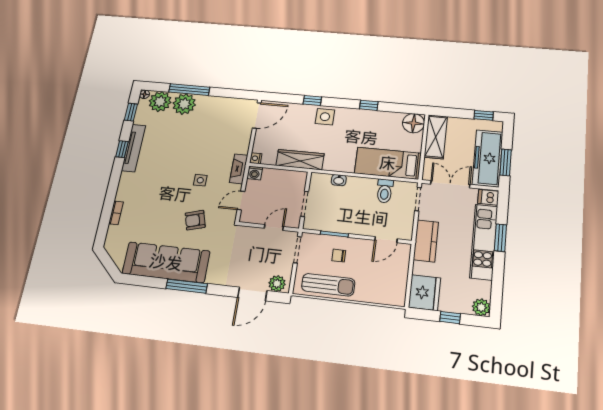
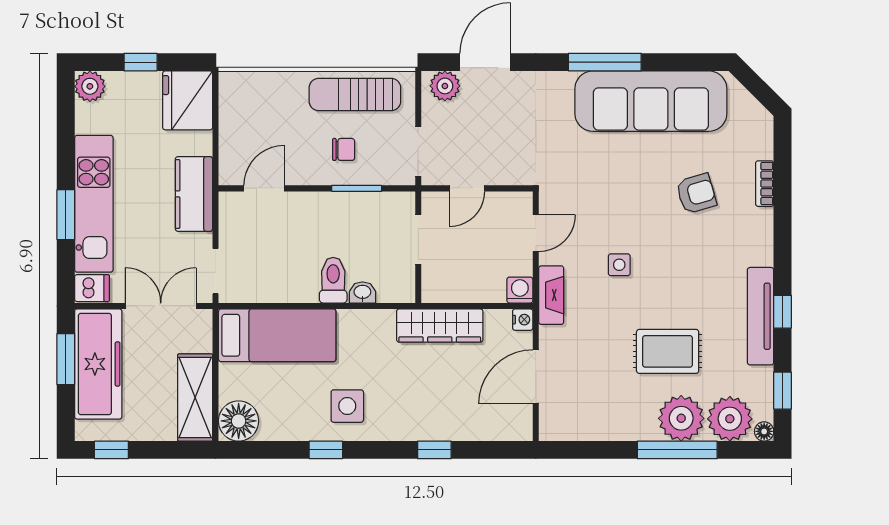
door: (257, 115) -> (536, 377), moved
side table: (325, 117) -> (347, 406), moved
rug: (184, 136) -> (668, 351), added
double door: (450, 184) -> (161, 306), swing flipped
toilet: (385, 191) -> (333, 280), moved
armchair: (195, 220) -> (696, 194), moved

